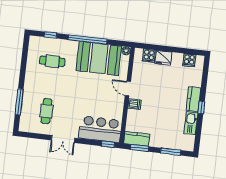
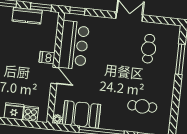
booth: (99, 58) -> (82, 114), width x0.73, depth x0.70
bar counter: (100, 129) -> (74, 45), moved, turned -90
kitchen counter: (137, 139) -> (27, 16), moved

